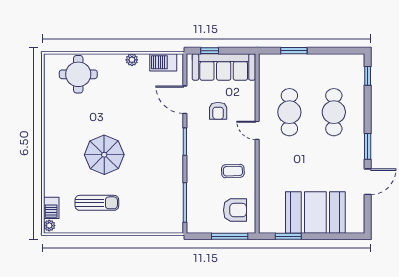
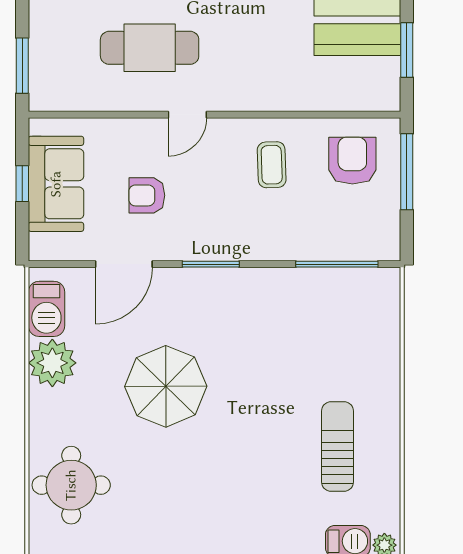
window: (210, 51) -> (22, 184), moved
window: (294, 51) -> (22, 66), moved
plant: (132, 60) -> (52, 363), width x1.88, depth x1.88
sofa: (224, 67) -> (56, 184), width x0.73
armchair: (218, 111) -> (147, 195), turned 180
parasol: (104, 155) -> (166, 386), moved

